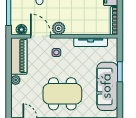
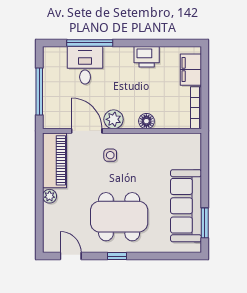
floor lamp: (21, 30) -> (146, 121), moved
tv unit: (91, 42) -> (161, 140), removed
window: (120, 72) -> (205, 223), moved

